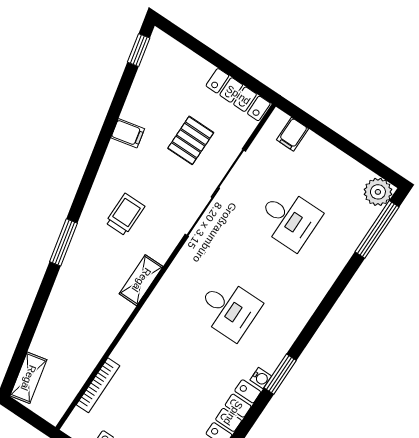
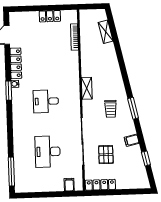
window: (139, 50) -> (146, 158), moved
plant: (378, 192) -> (21, 186), removed
desk: (289, 219) -> (48, 152), width x1.37
window: (63, 242) -> (133, 108), moved
shelving: (28, 378) -> (106, 32), moved

